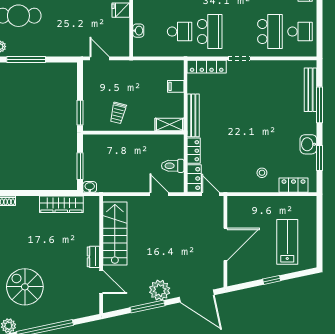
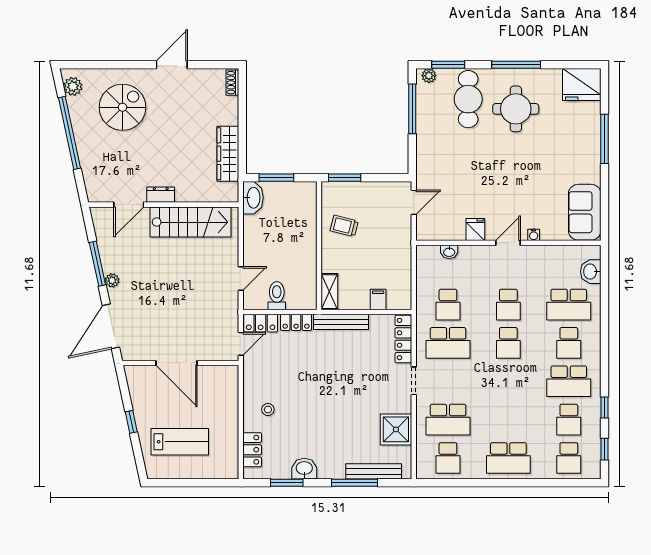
shower: (278, 72) -> (396, 429), added
washbasin: (90, 187) -> (253, 198), width x1.91, depth x1.45
plant: (160, 290) -> (112, 280), width x0.53, depth x0.53

